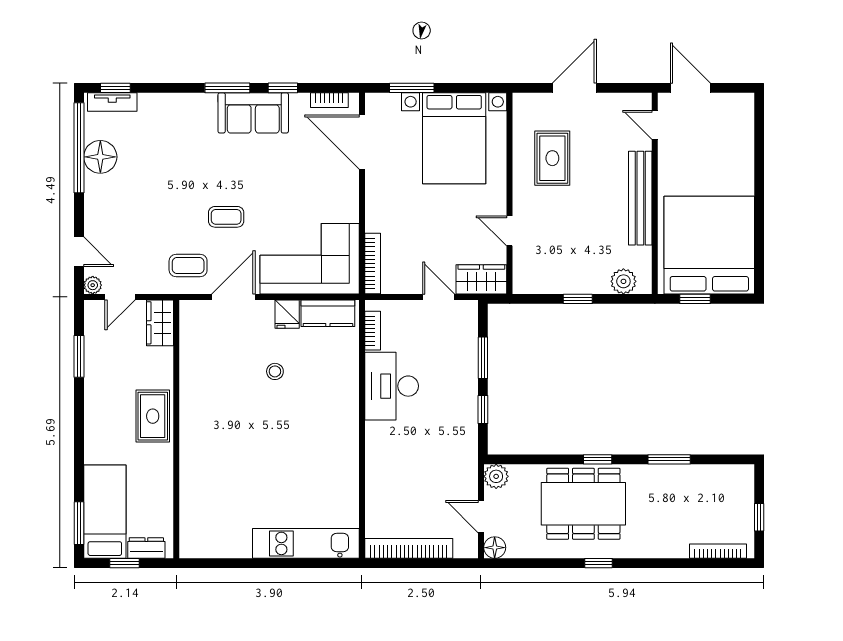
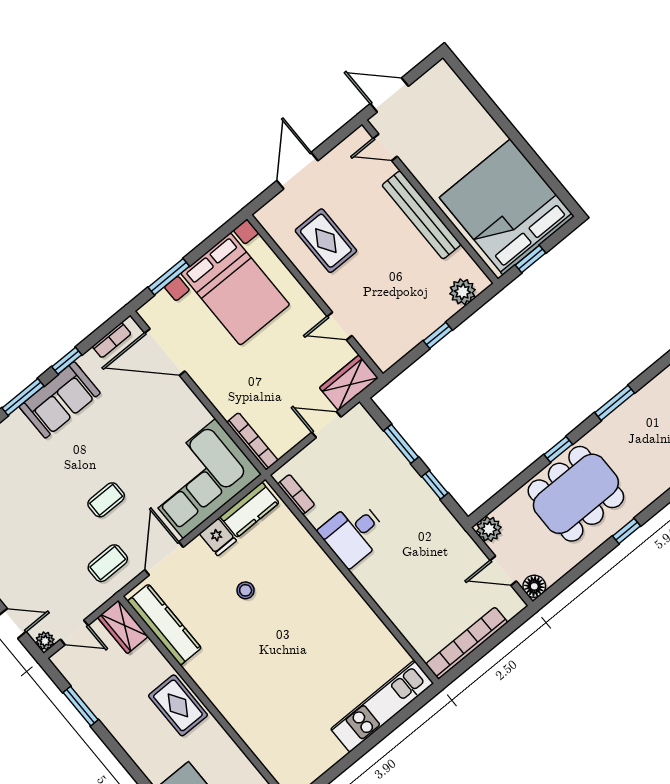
door: (120, 297) -> (74, 632), hinge flipped
kitchen counter: (193, 347) -> (164, 625), added
desk: (392, 386) -> (353, 533), width x0.73

